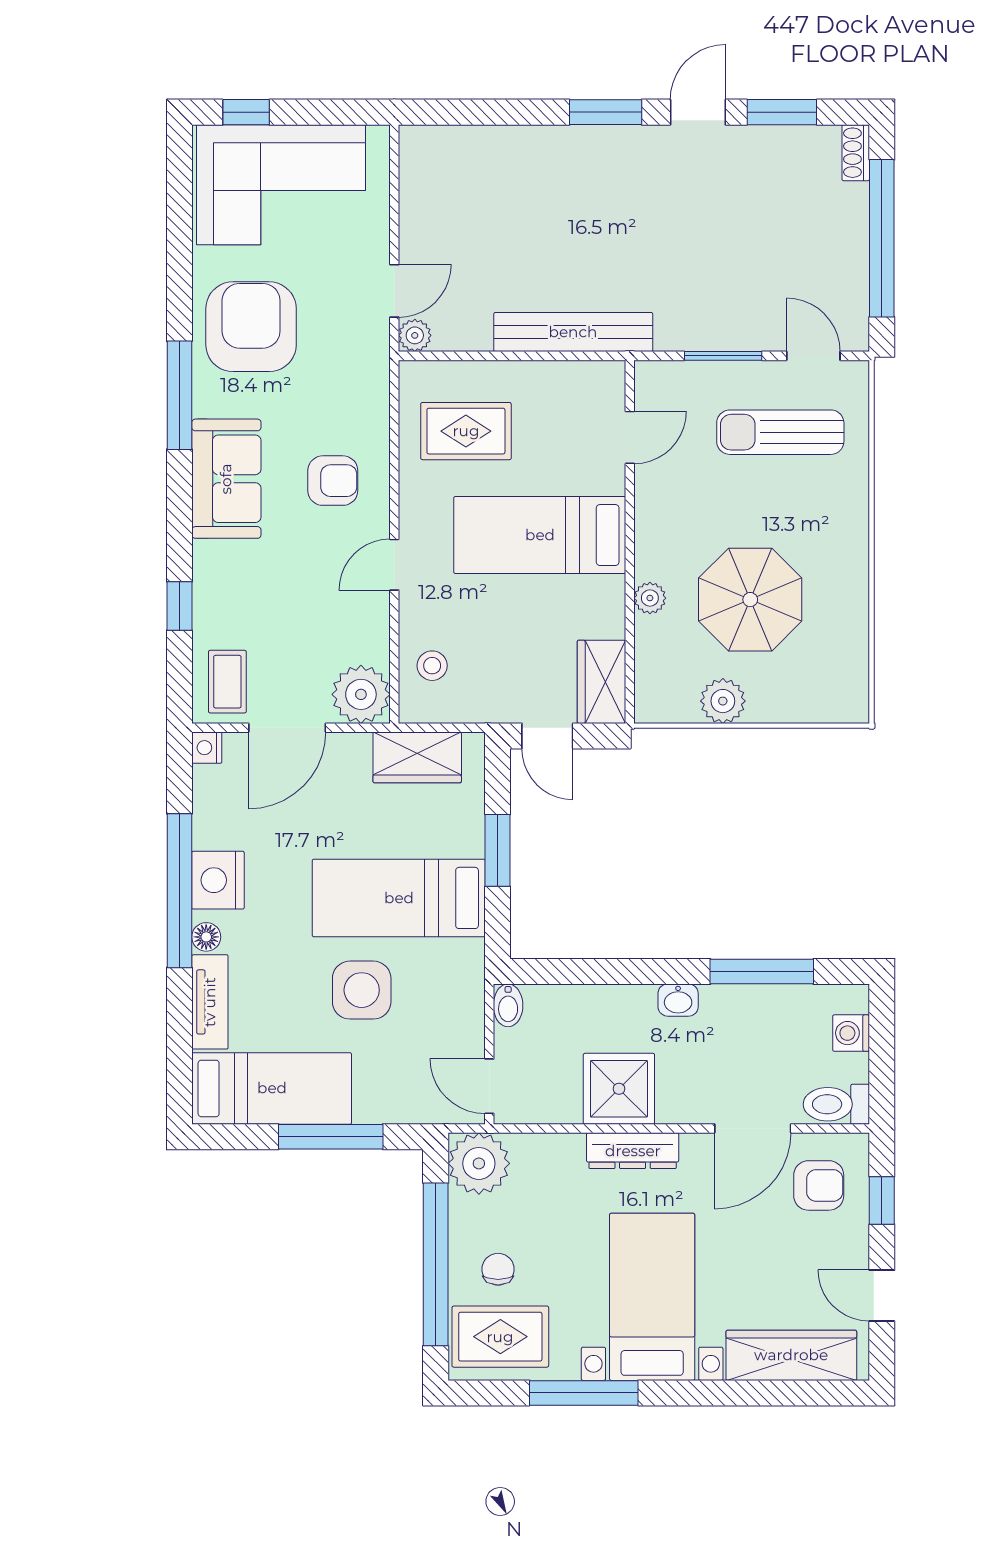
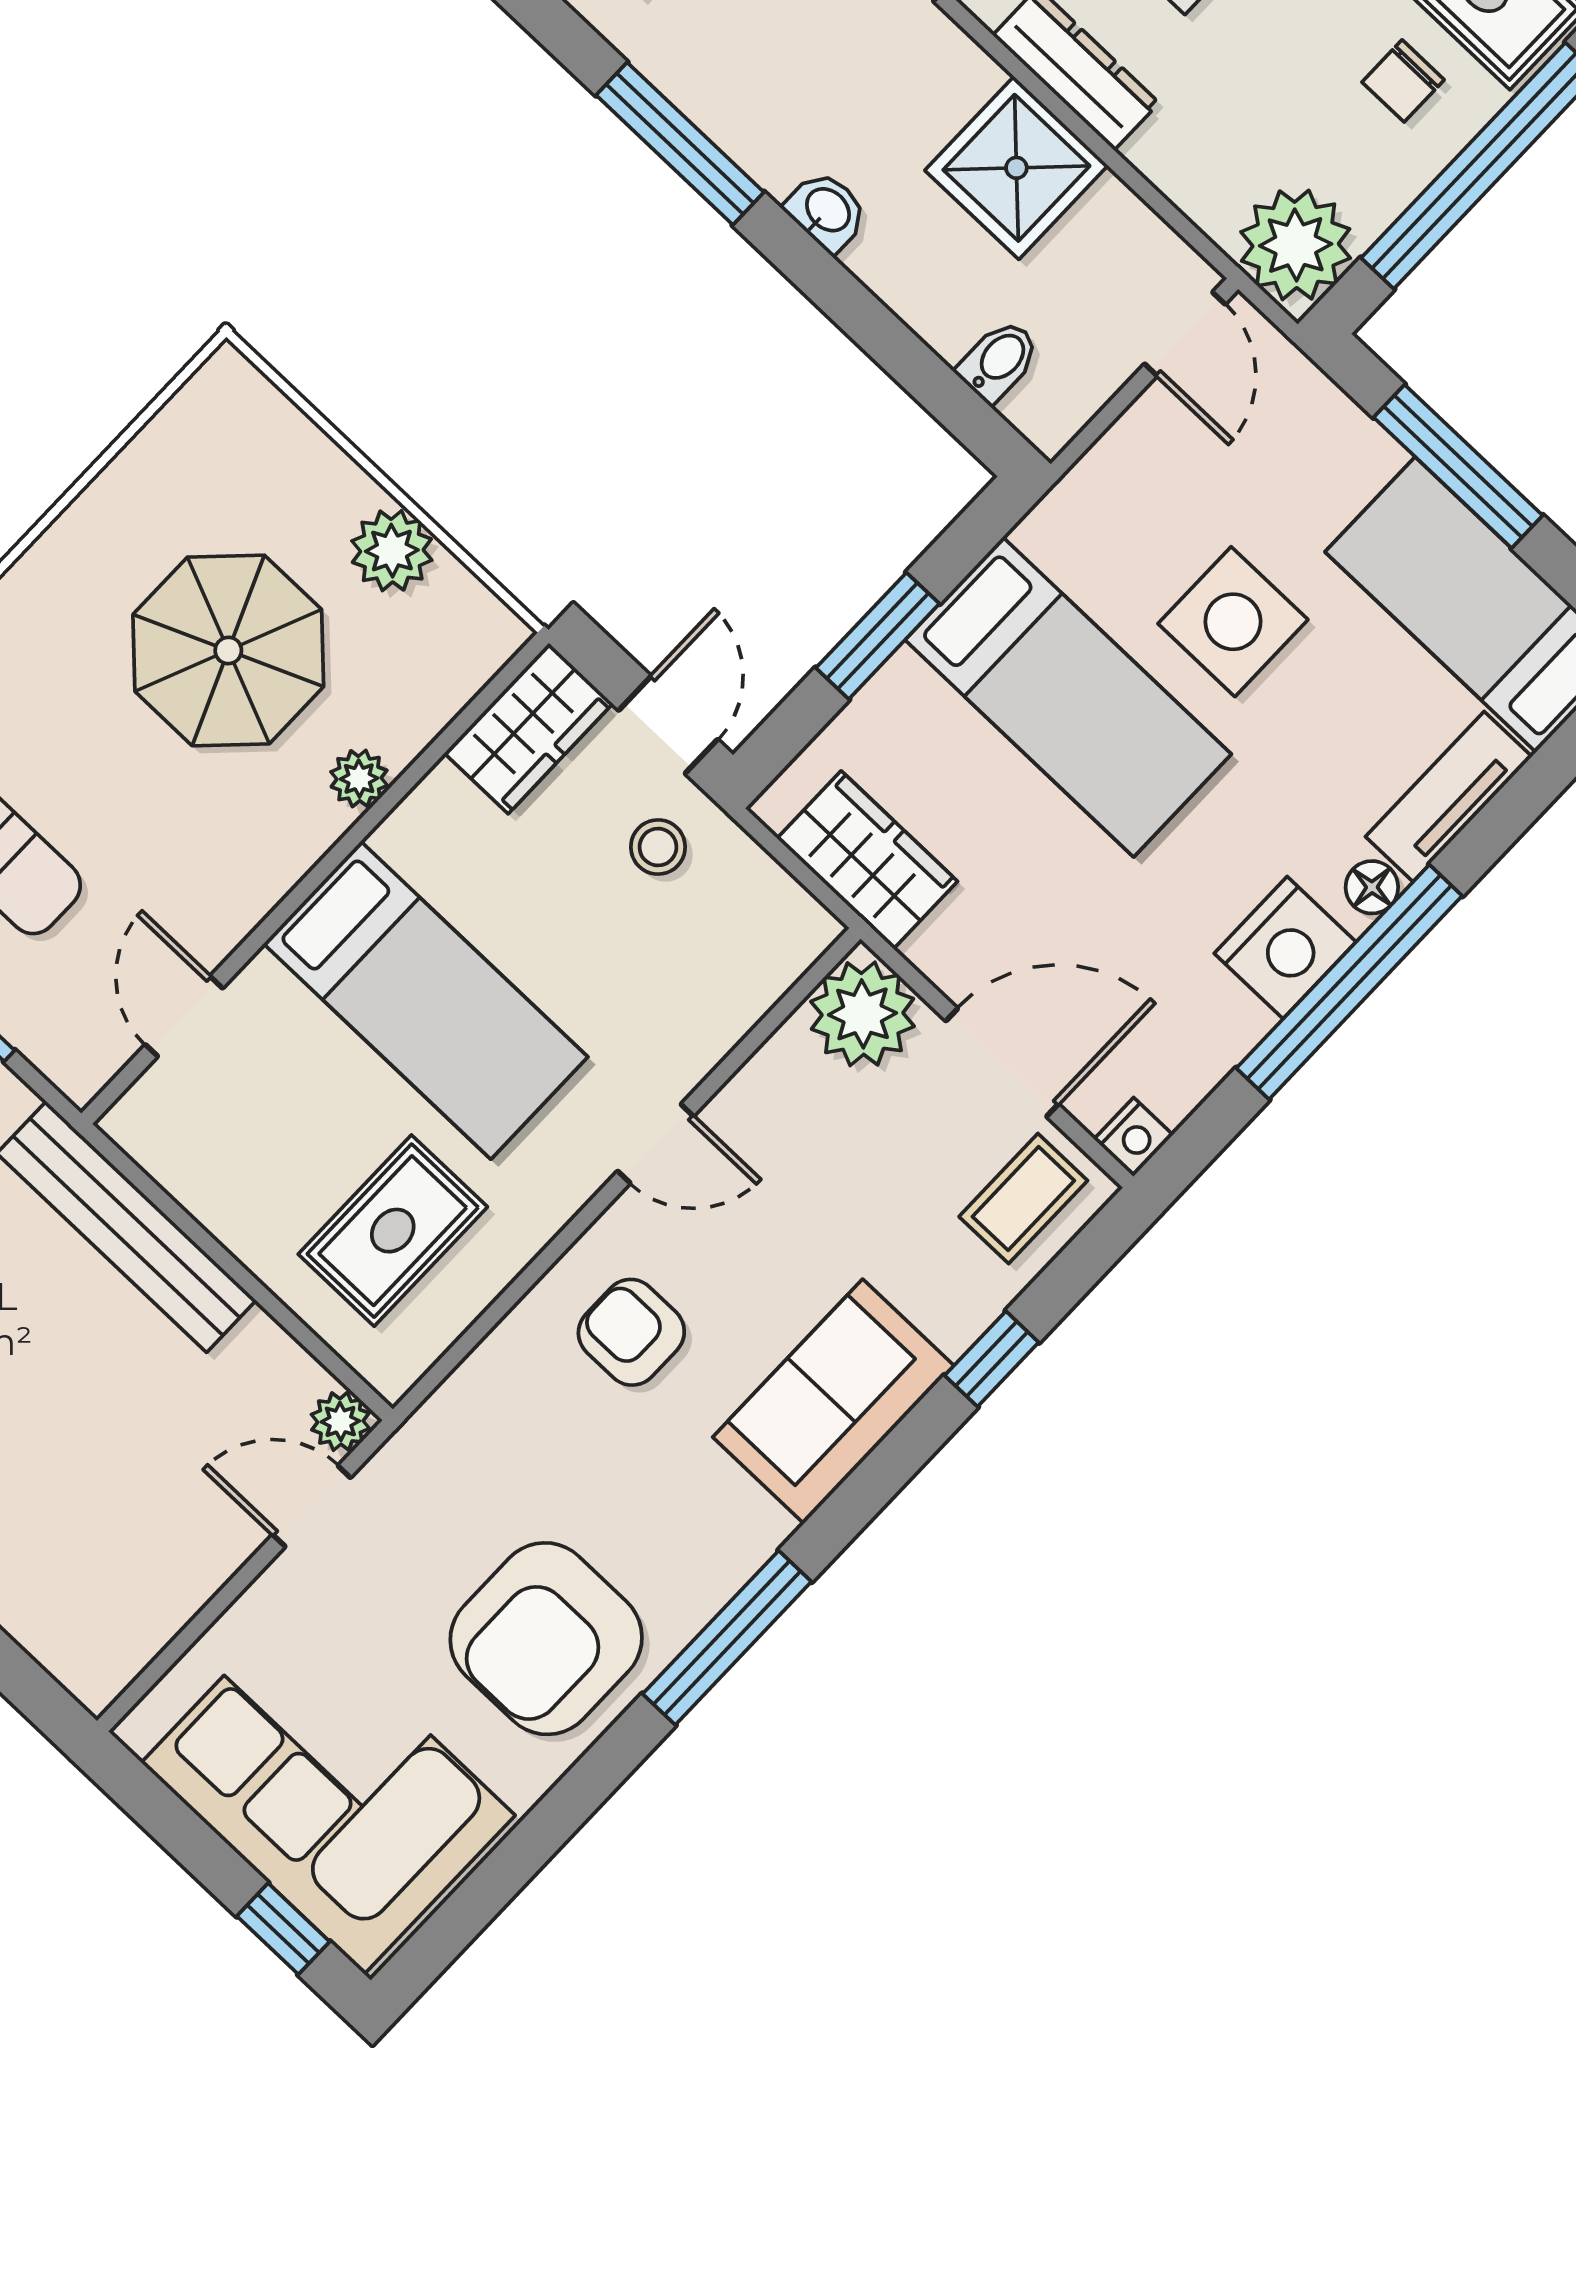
rug: (466, 431) -> (393, 1231), turned 90
door: (630, 437) -> (184, 1016), hinge flipped
sofa: (226, 479) -> (833, 1401), moved
stool: (432, 666) -> (658, 847), moved
bidet: (508, 1005) -> (999, 361), moved

